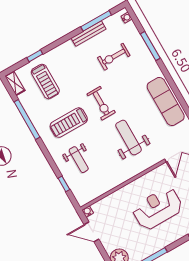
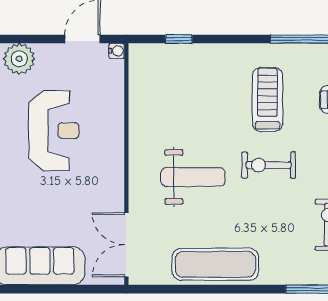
weight bench: (79, 160) -> (203, 82), removed
reception desk: (157, 208) -> (54, 131), moved

